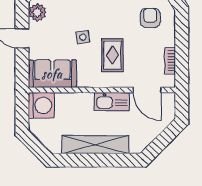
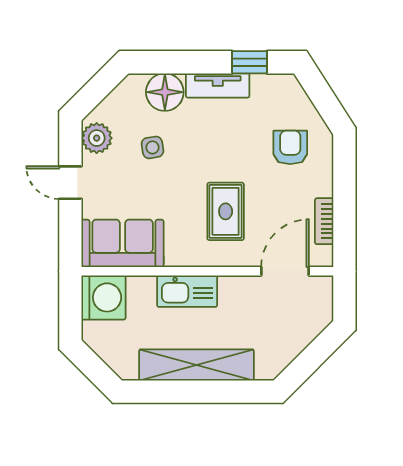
side table: (83, 37) -> (152, 147), moved
door: (147, 90) -> (285, 271), swing flipped
kitchen sink: (112, 102) -> (187, 291), moved

